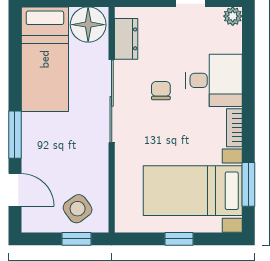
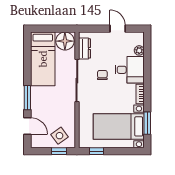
plant: (233, 16) -> (139, 50), moved
window: (179, 239) -> (96, 151), moved

